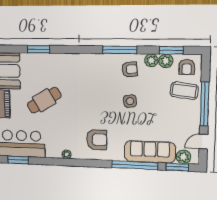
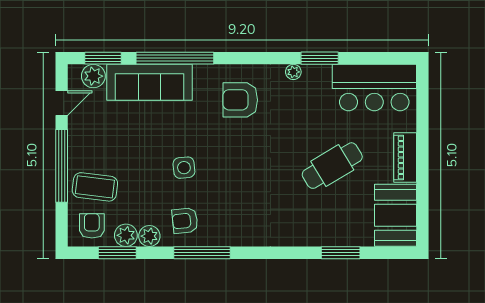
window: (18, 160) -> (320, 58), moved

